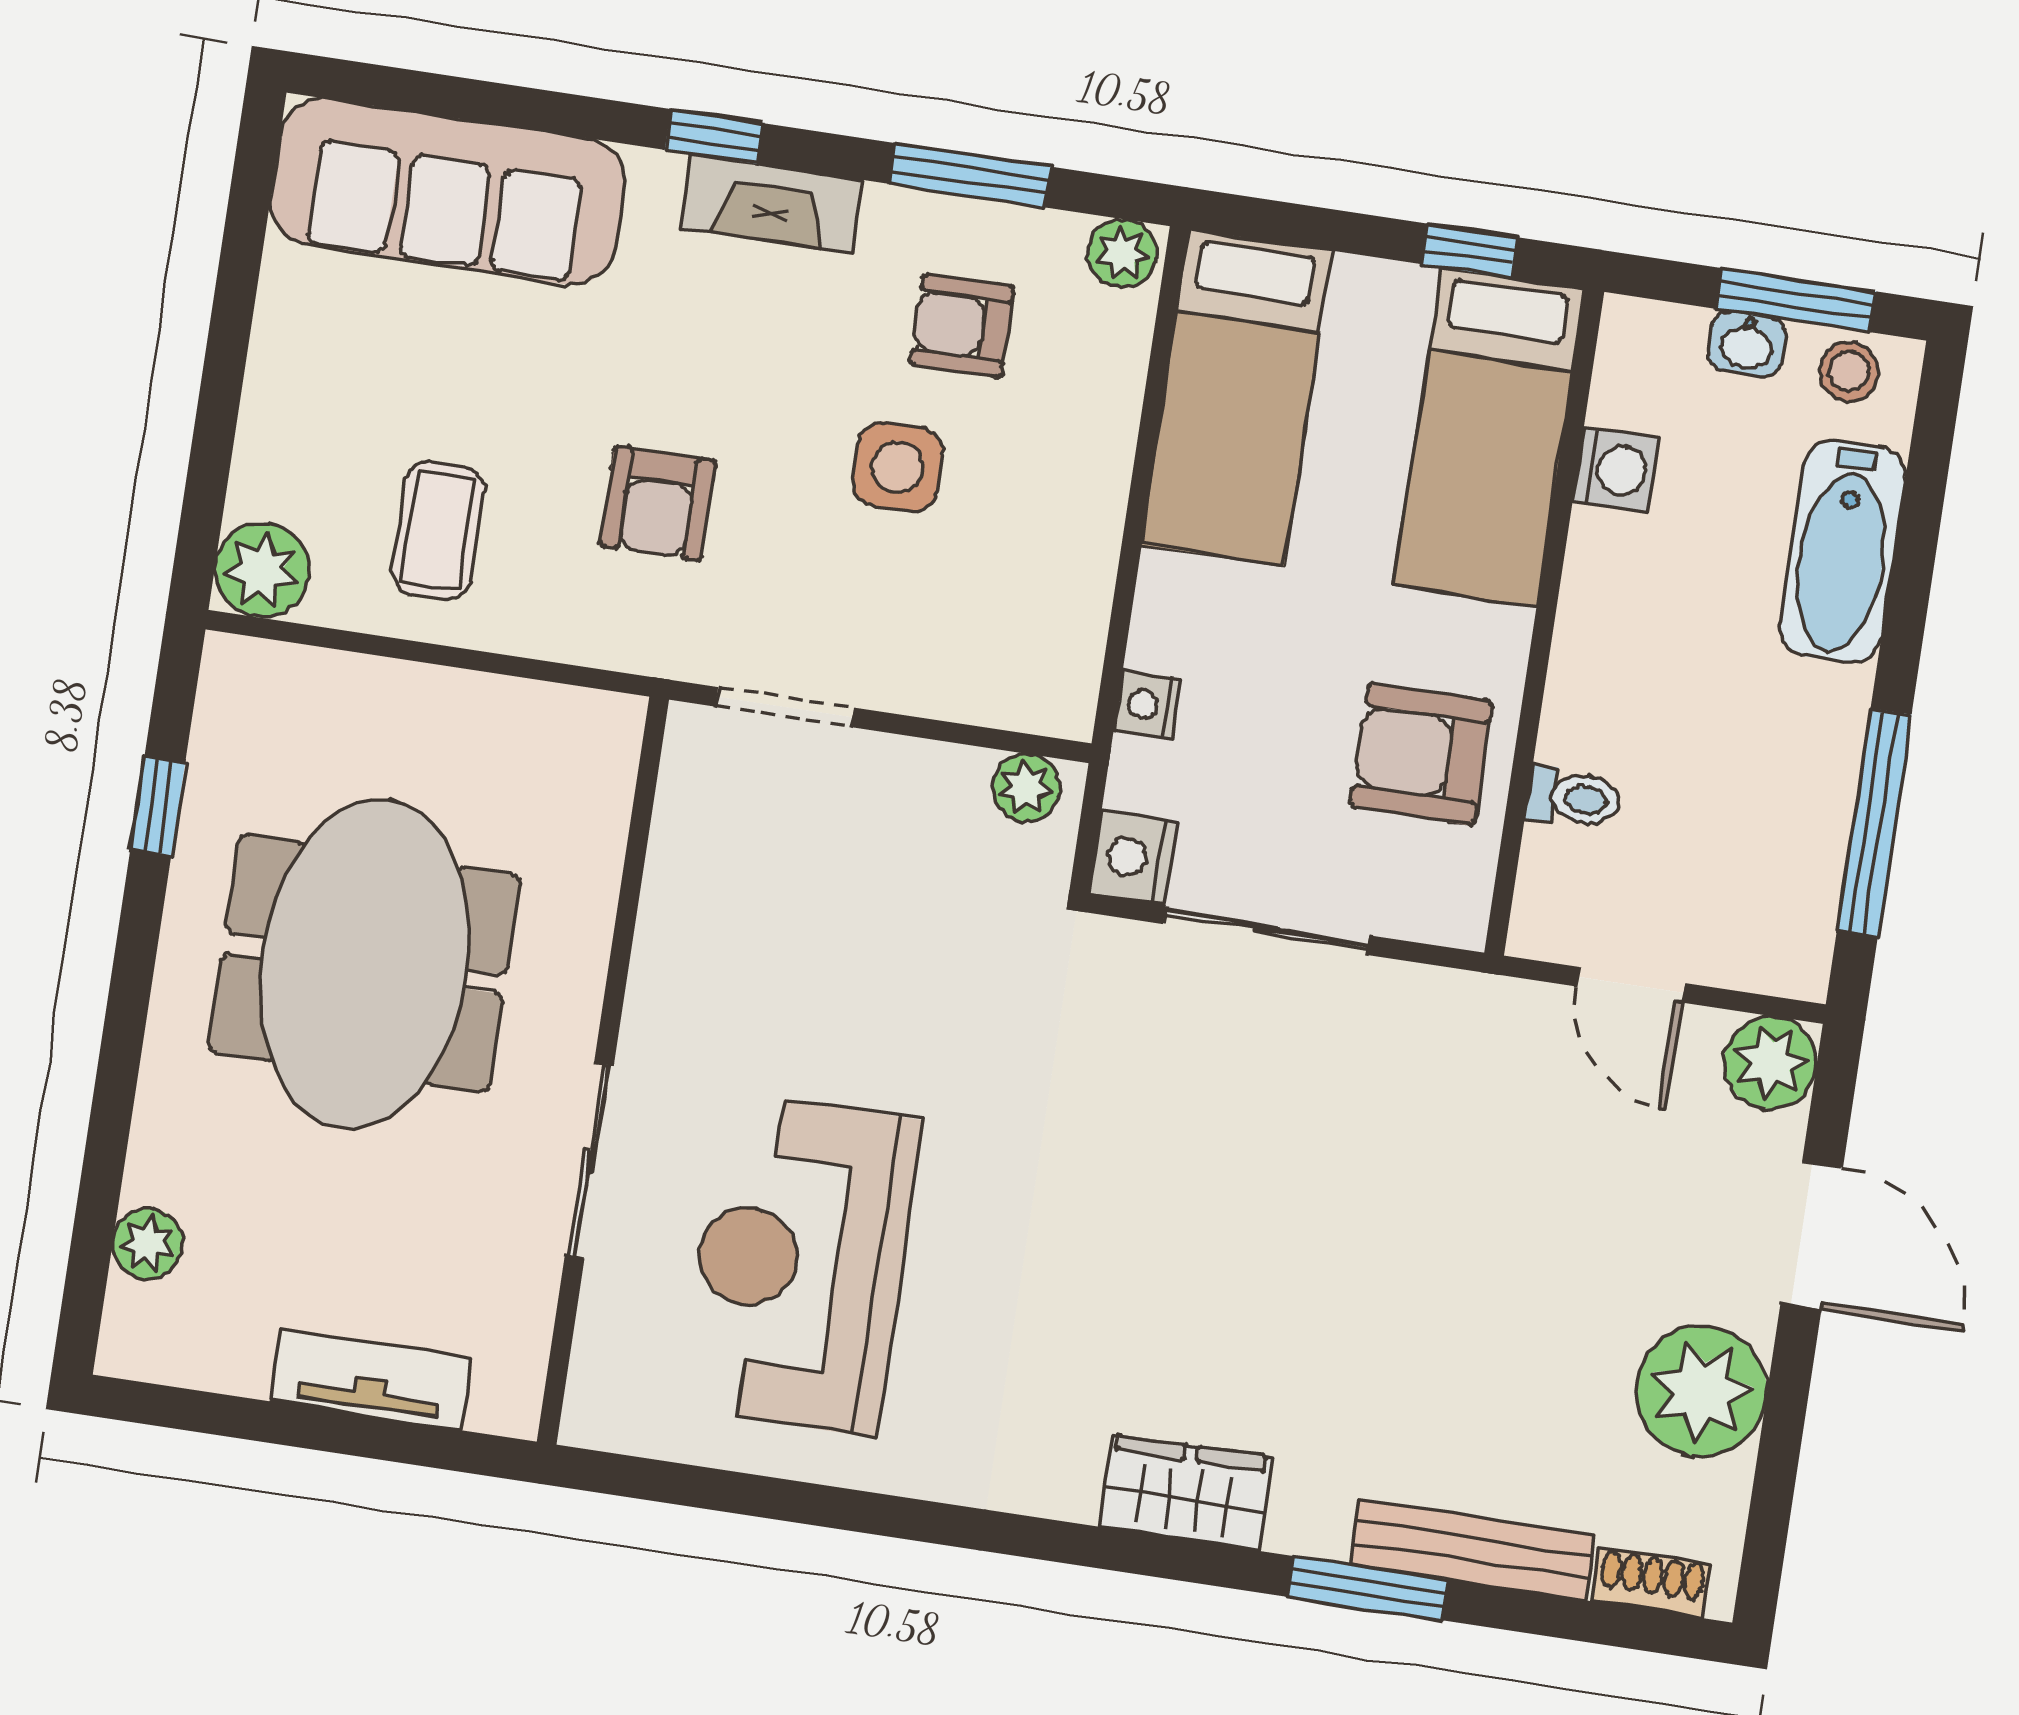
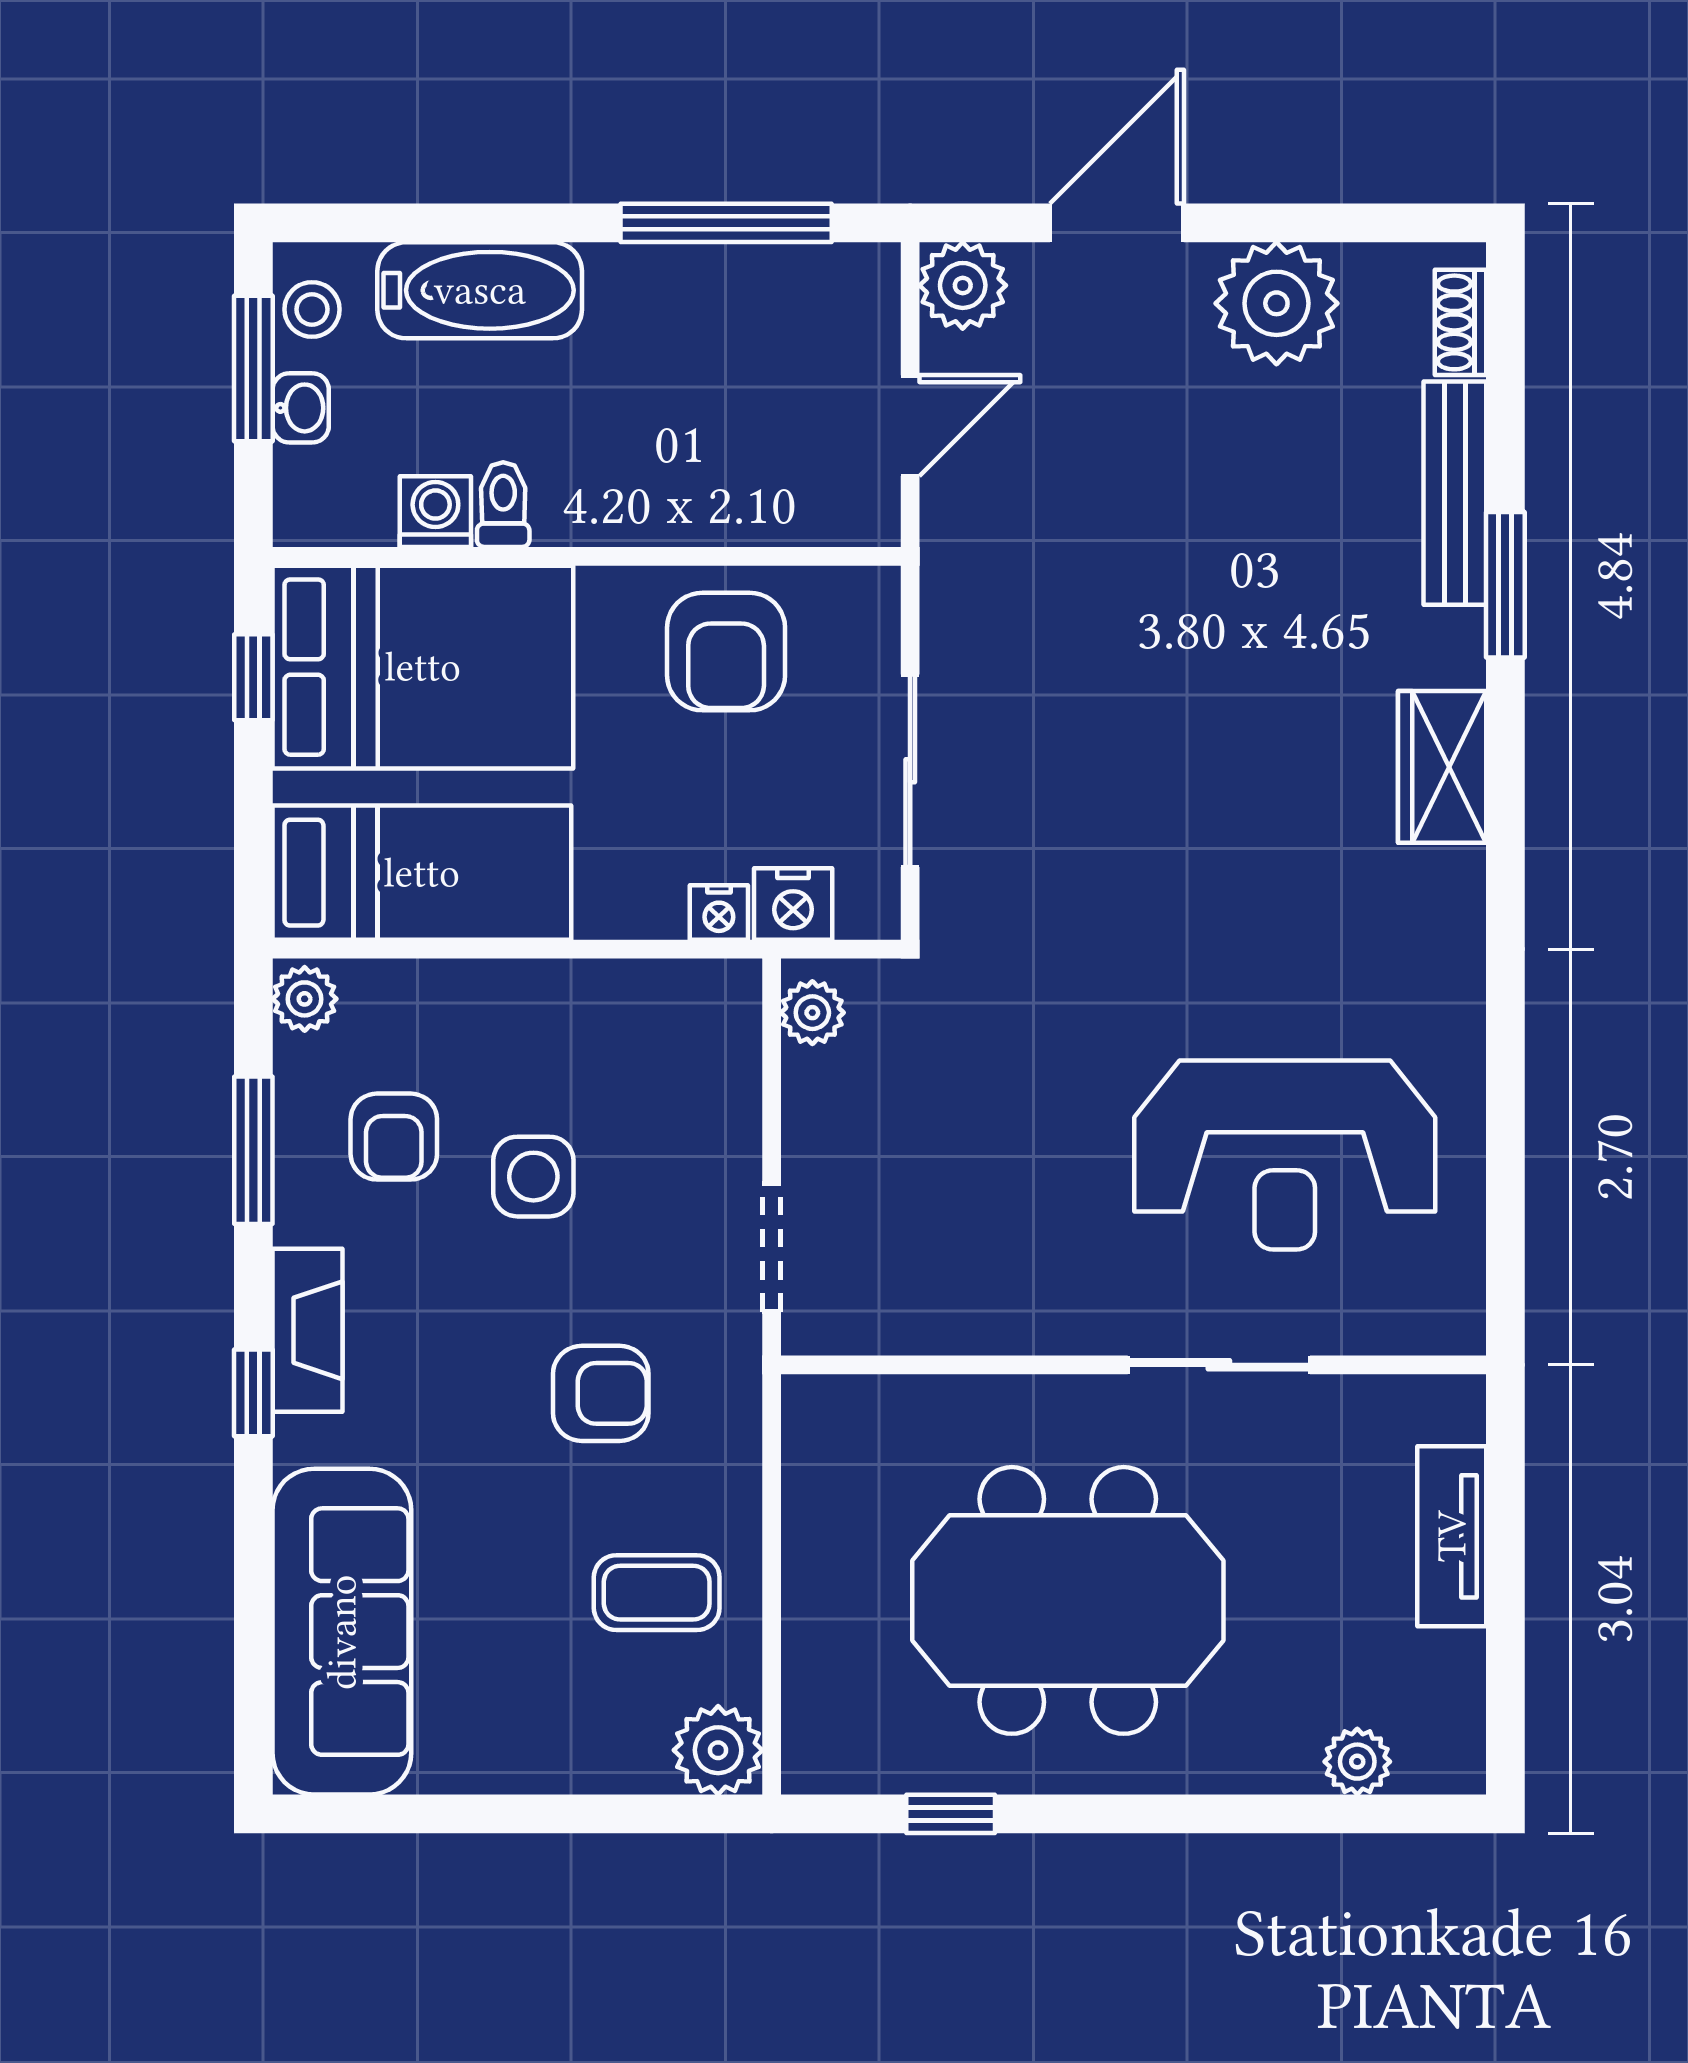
bed: (1489, 437) -> (423, 667), width x1.50
toilet: (1574, 798) -> (503, 505), moved
nightstand: (1133, 857) -> (793, 904), moved

